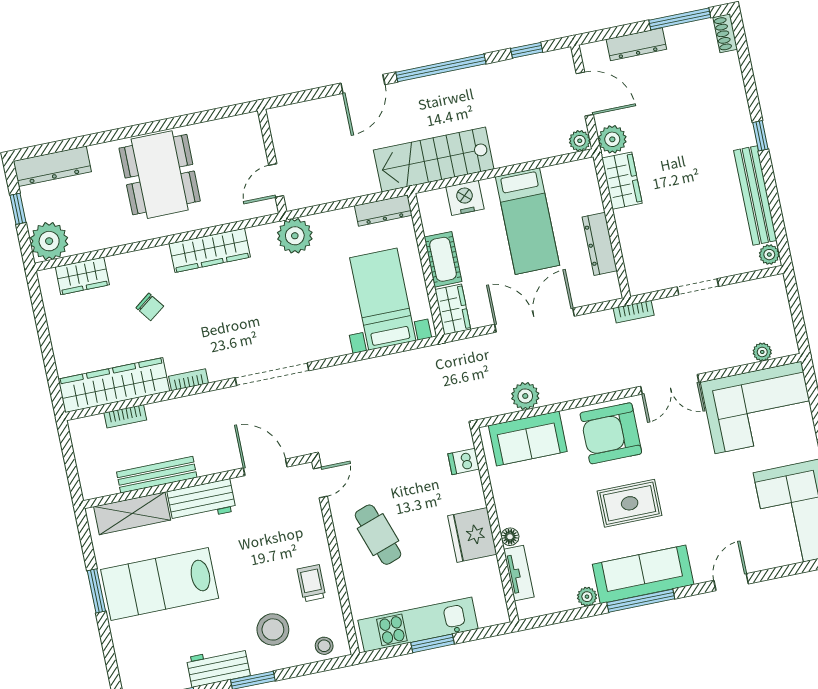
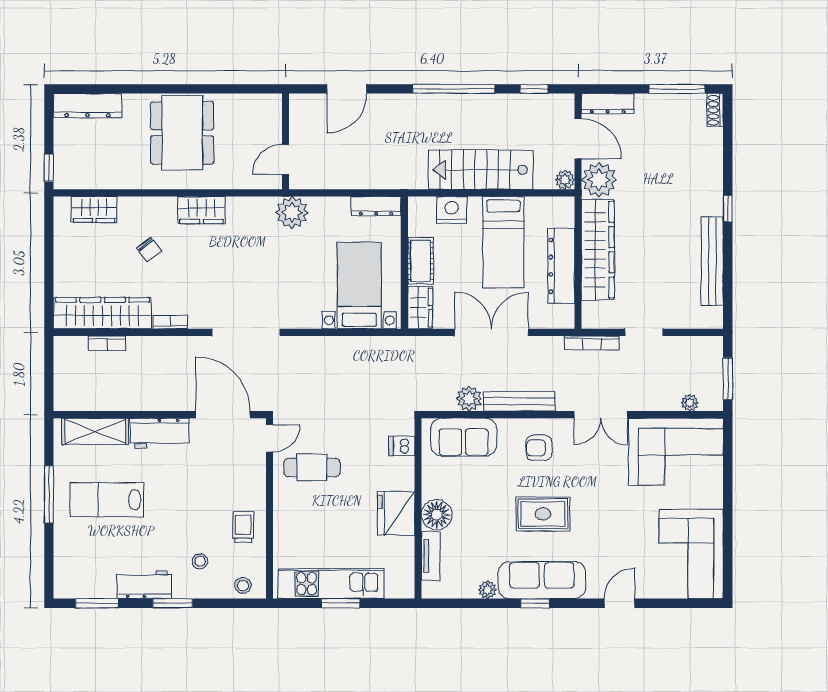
dresser: (636, 44) -> (608, 104), moved
door: (363, 84) -> (347, 89), moved
plant: (612, 139) -> (599, 180), width x1.36, depth x1.36
stairs: (434, 160) -> (481, 170), moved
wardrobe: (622, 181) -> (598, 250), width x2.10, depth x1.17
window: (18, 209) -> (49, 168), moved
plant: (49, 241) -> (71, 172), removed
dresser: (600, 244) -> (561, 266), width x1.37, depth x1.24
wardrobe: (210, 250) -> (201, 210), width x0.67
plant: (769, 255) -> (714, 317), removed
bookcase: (634, 312) -> (592, 343), width x1.56
window: (798, 318) -> (728, 379), added
armchair: (611, 433) -> (539, 448), width x0.53, depth x0.53
door: (265, 467) -> (223, 415), width x1.36
bench: (157, 475) -> (519, 401), moved
cafe table: (378, 535) -> (312, 467), moved, turned -71
floor lamp: (510, 537) -> (437, 515), width x1.89, depth x1.89
lab bench: (160, 584) -> (107, 500), width x0.73, depth x0.72
window: (96, 591) -> (49, 494), width x1.44
window: (641, 601) -> (535, 603), width x0.46
stool: (273, 629) -> (200, 561), width x0.53, depth x0.53

